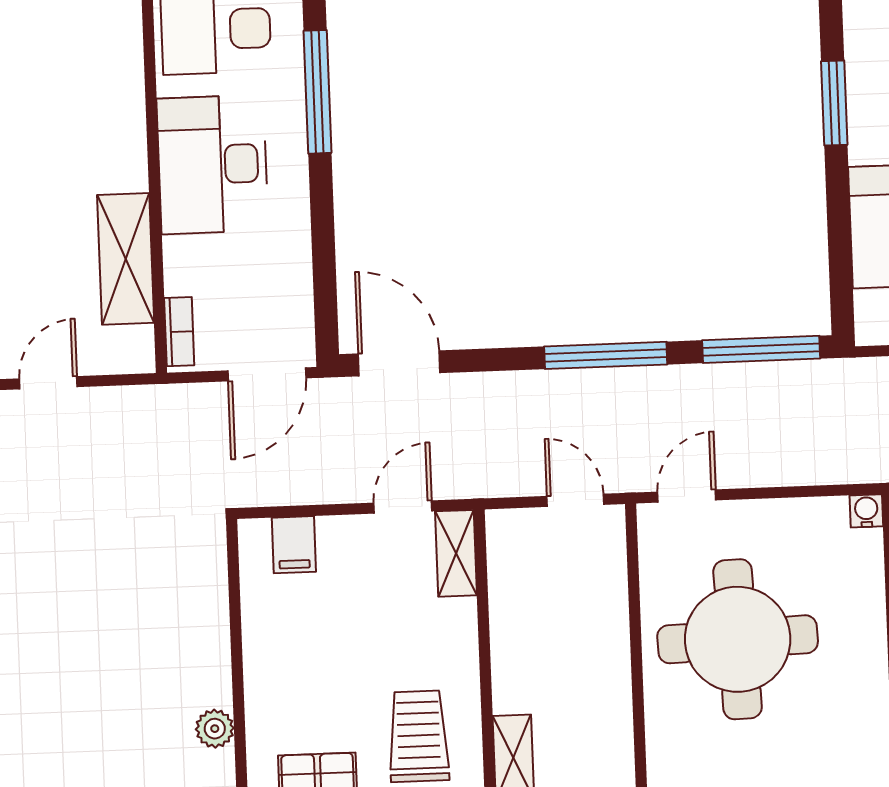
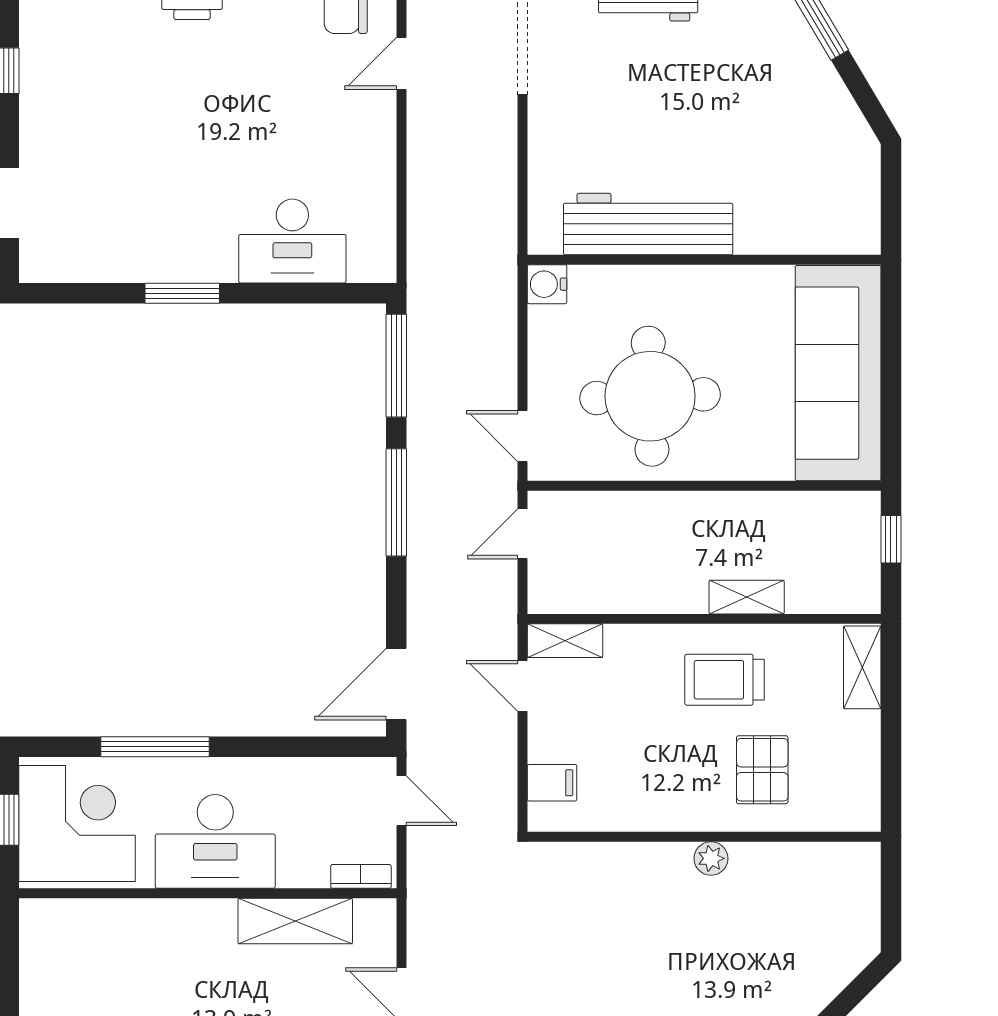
door: (267, 374) -> (401, 801), width x0.73
water cooler: (866, 511) -> (547, 284), width x1.38, depth x1.38

